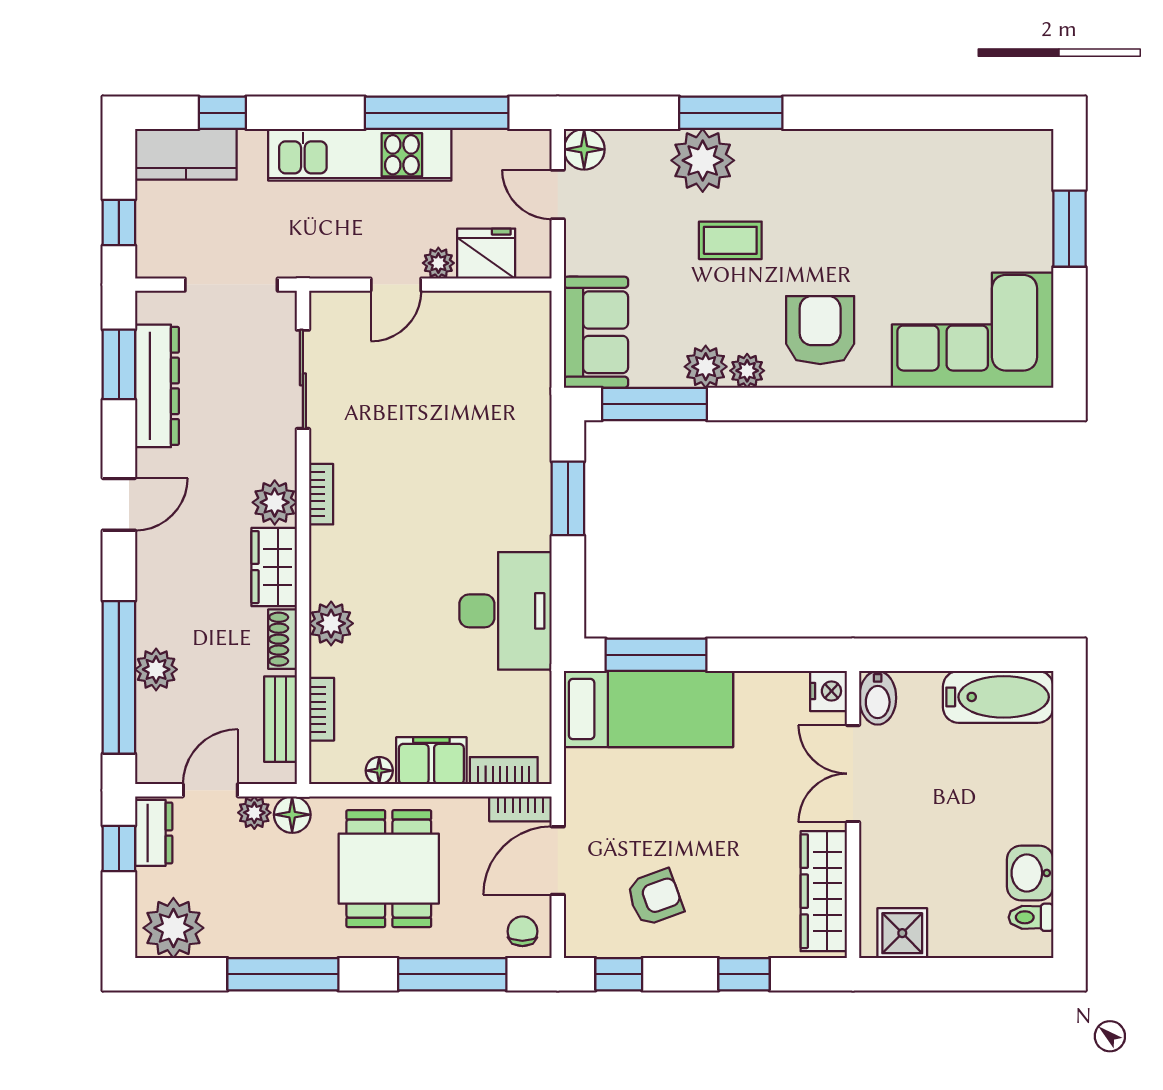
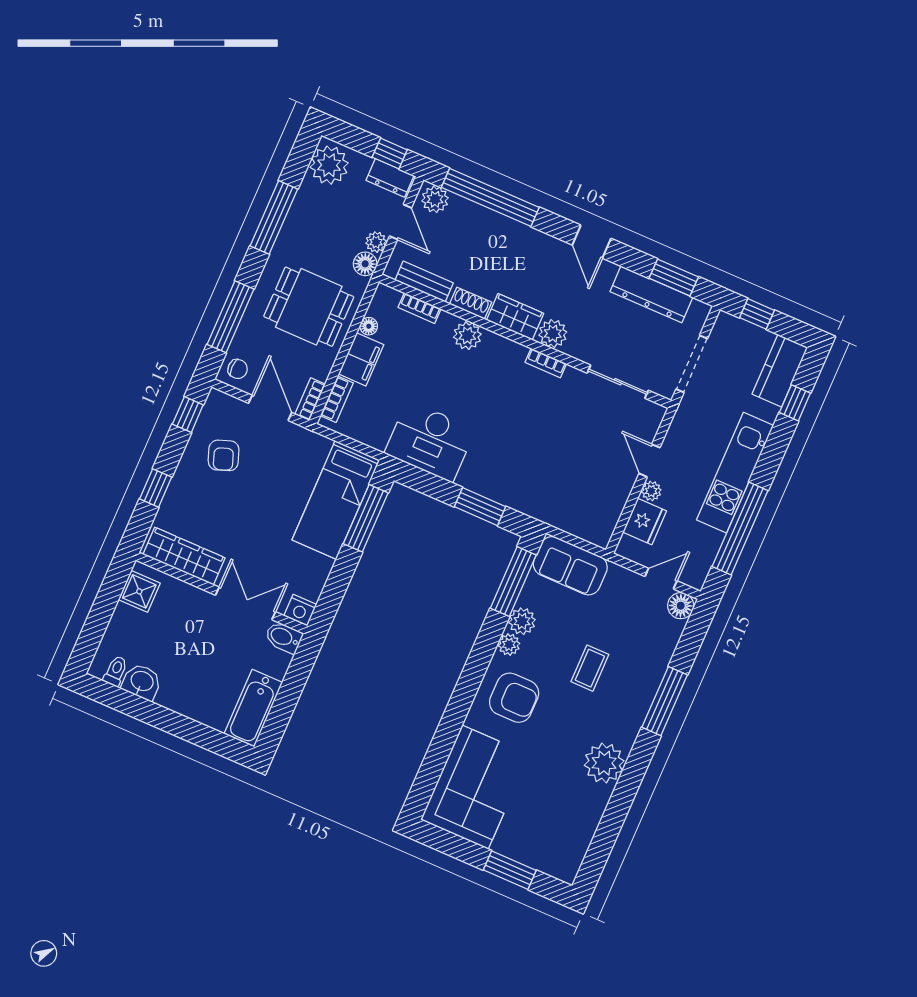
plant: (703, 160) -> (604, 763), moved
plant: (156, 669) -> (435, 199), moved

